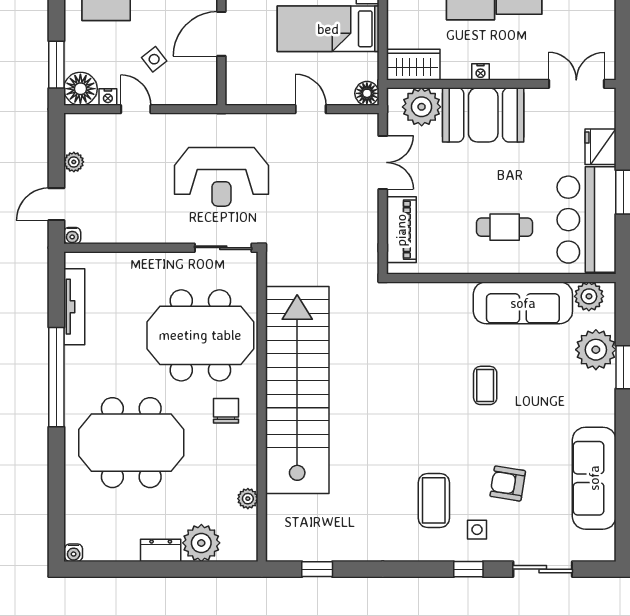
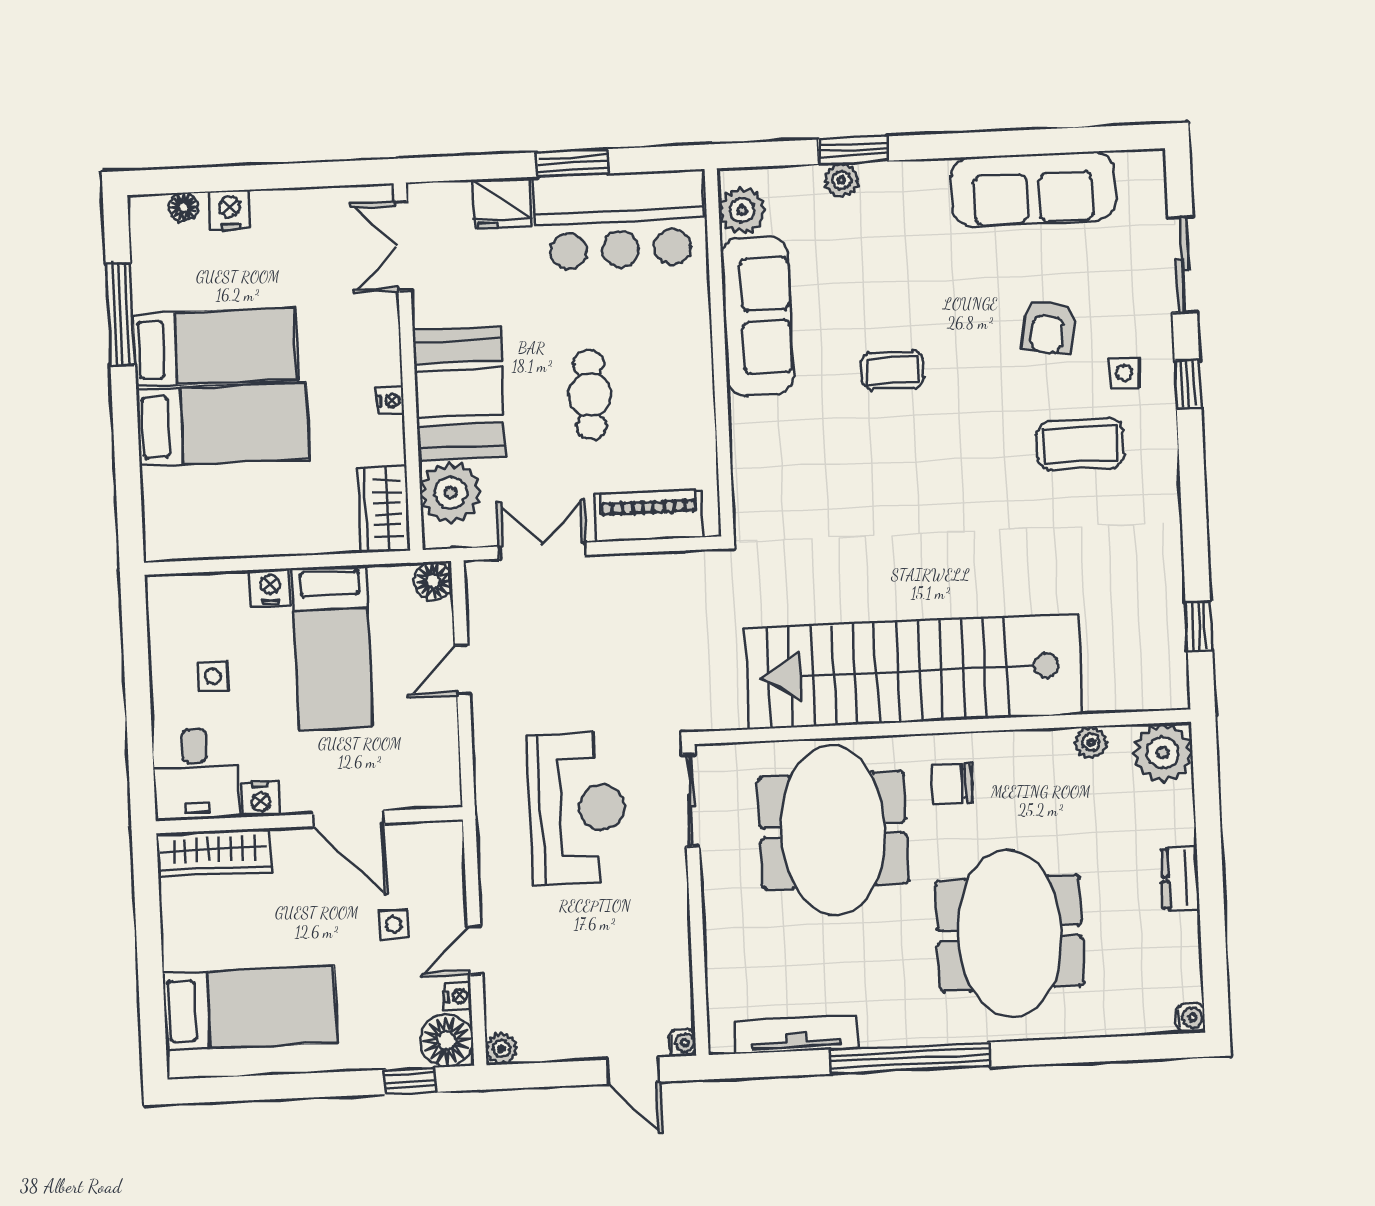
side table: (154, 59) -> (394, 925), turned 38
window: (56, 65) -> (410, 1081), width x0.67
plant: (74, 162) -> (501, 1049), moved
cafe table: (505, 227) -> (590, 395), moved
plant: (596, 350) -> (841, 180), width x0.53, depth x0.53
plant: (201, 543) -> (1163, 753), moved

